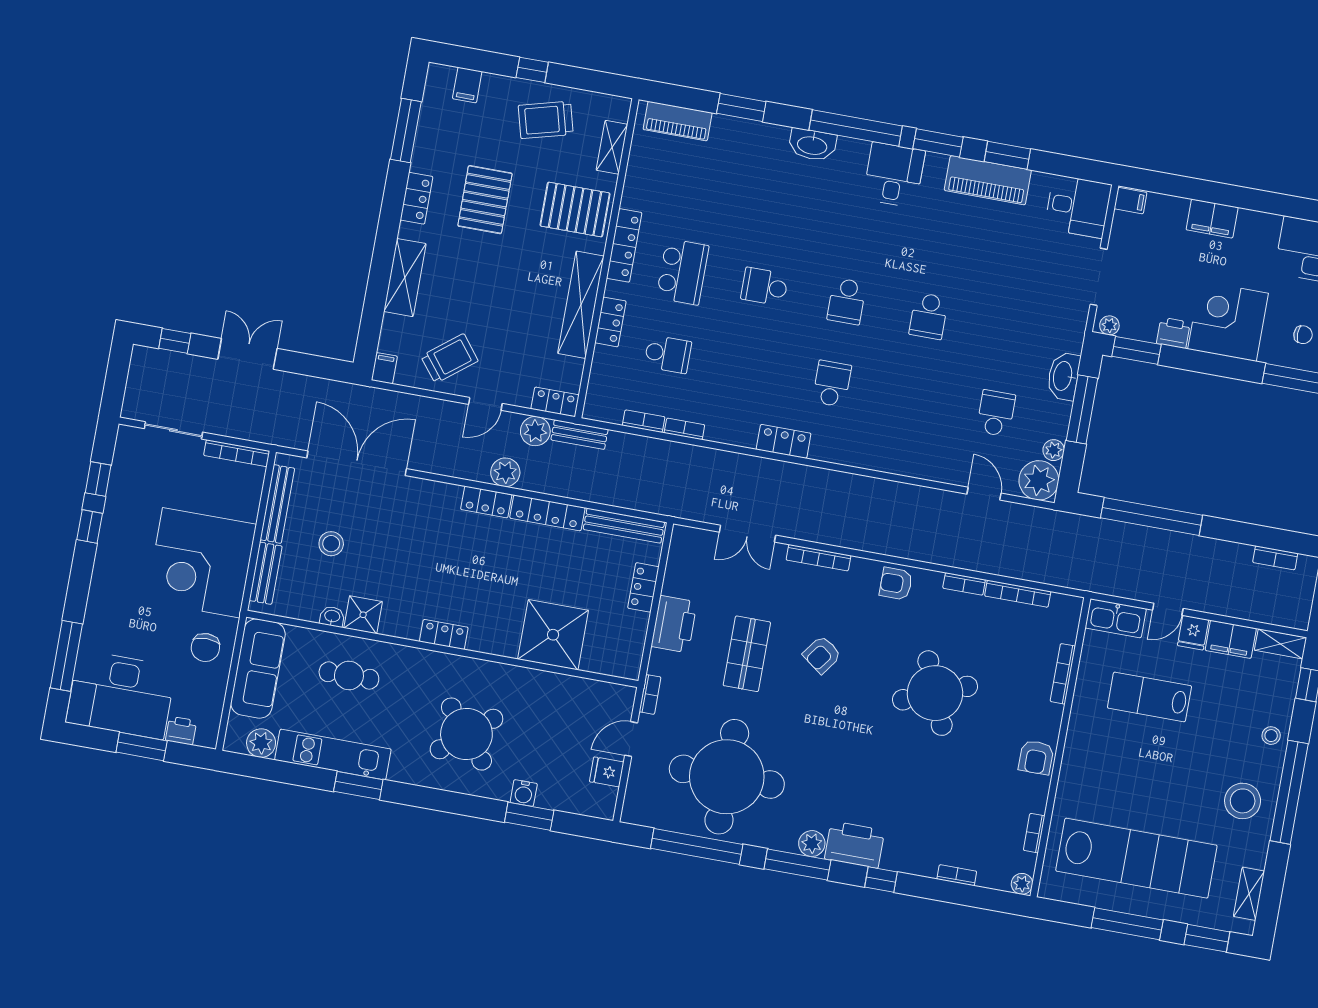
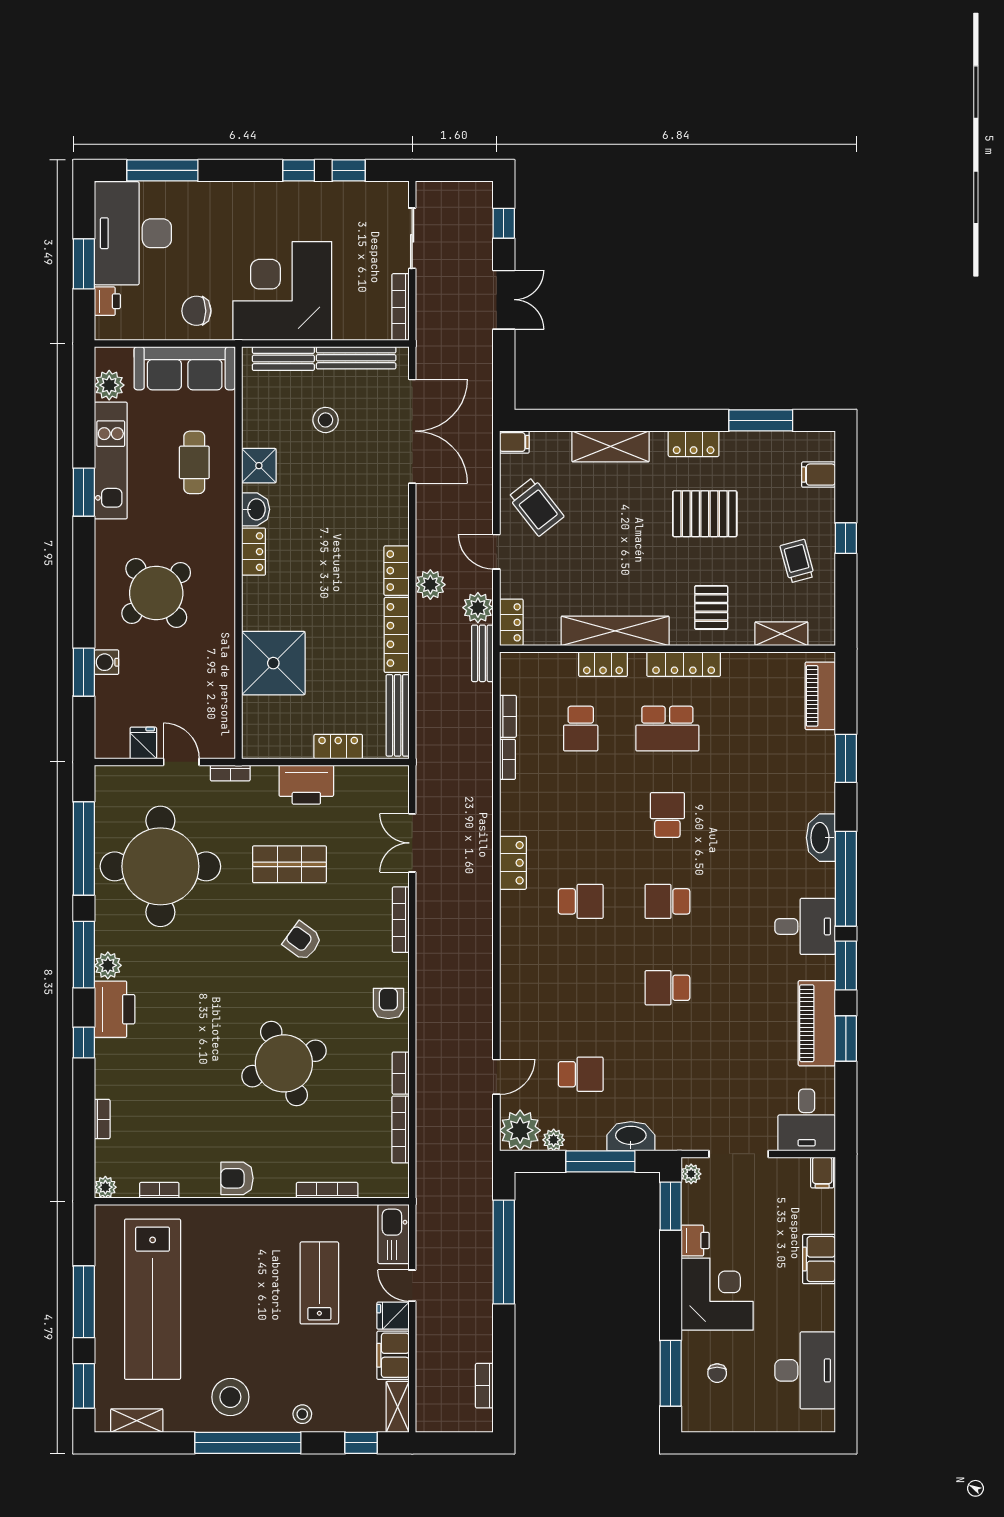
trolley: (546, 120) -> (797, 561), width x0.73, depth x0.72
pallet: (575, 209) -> (711, 607), width x0.67, depth x0.71
washbasin: (332, 617) -> (256, 509), moved, width x1.38, depth x1.45

